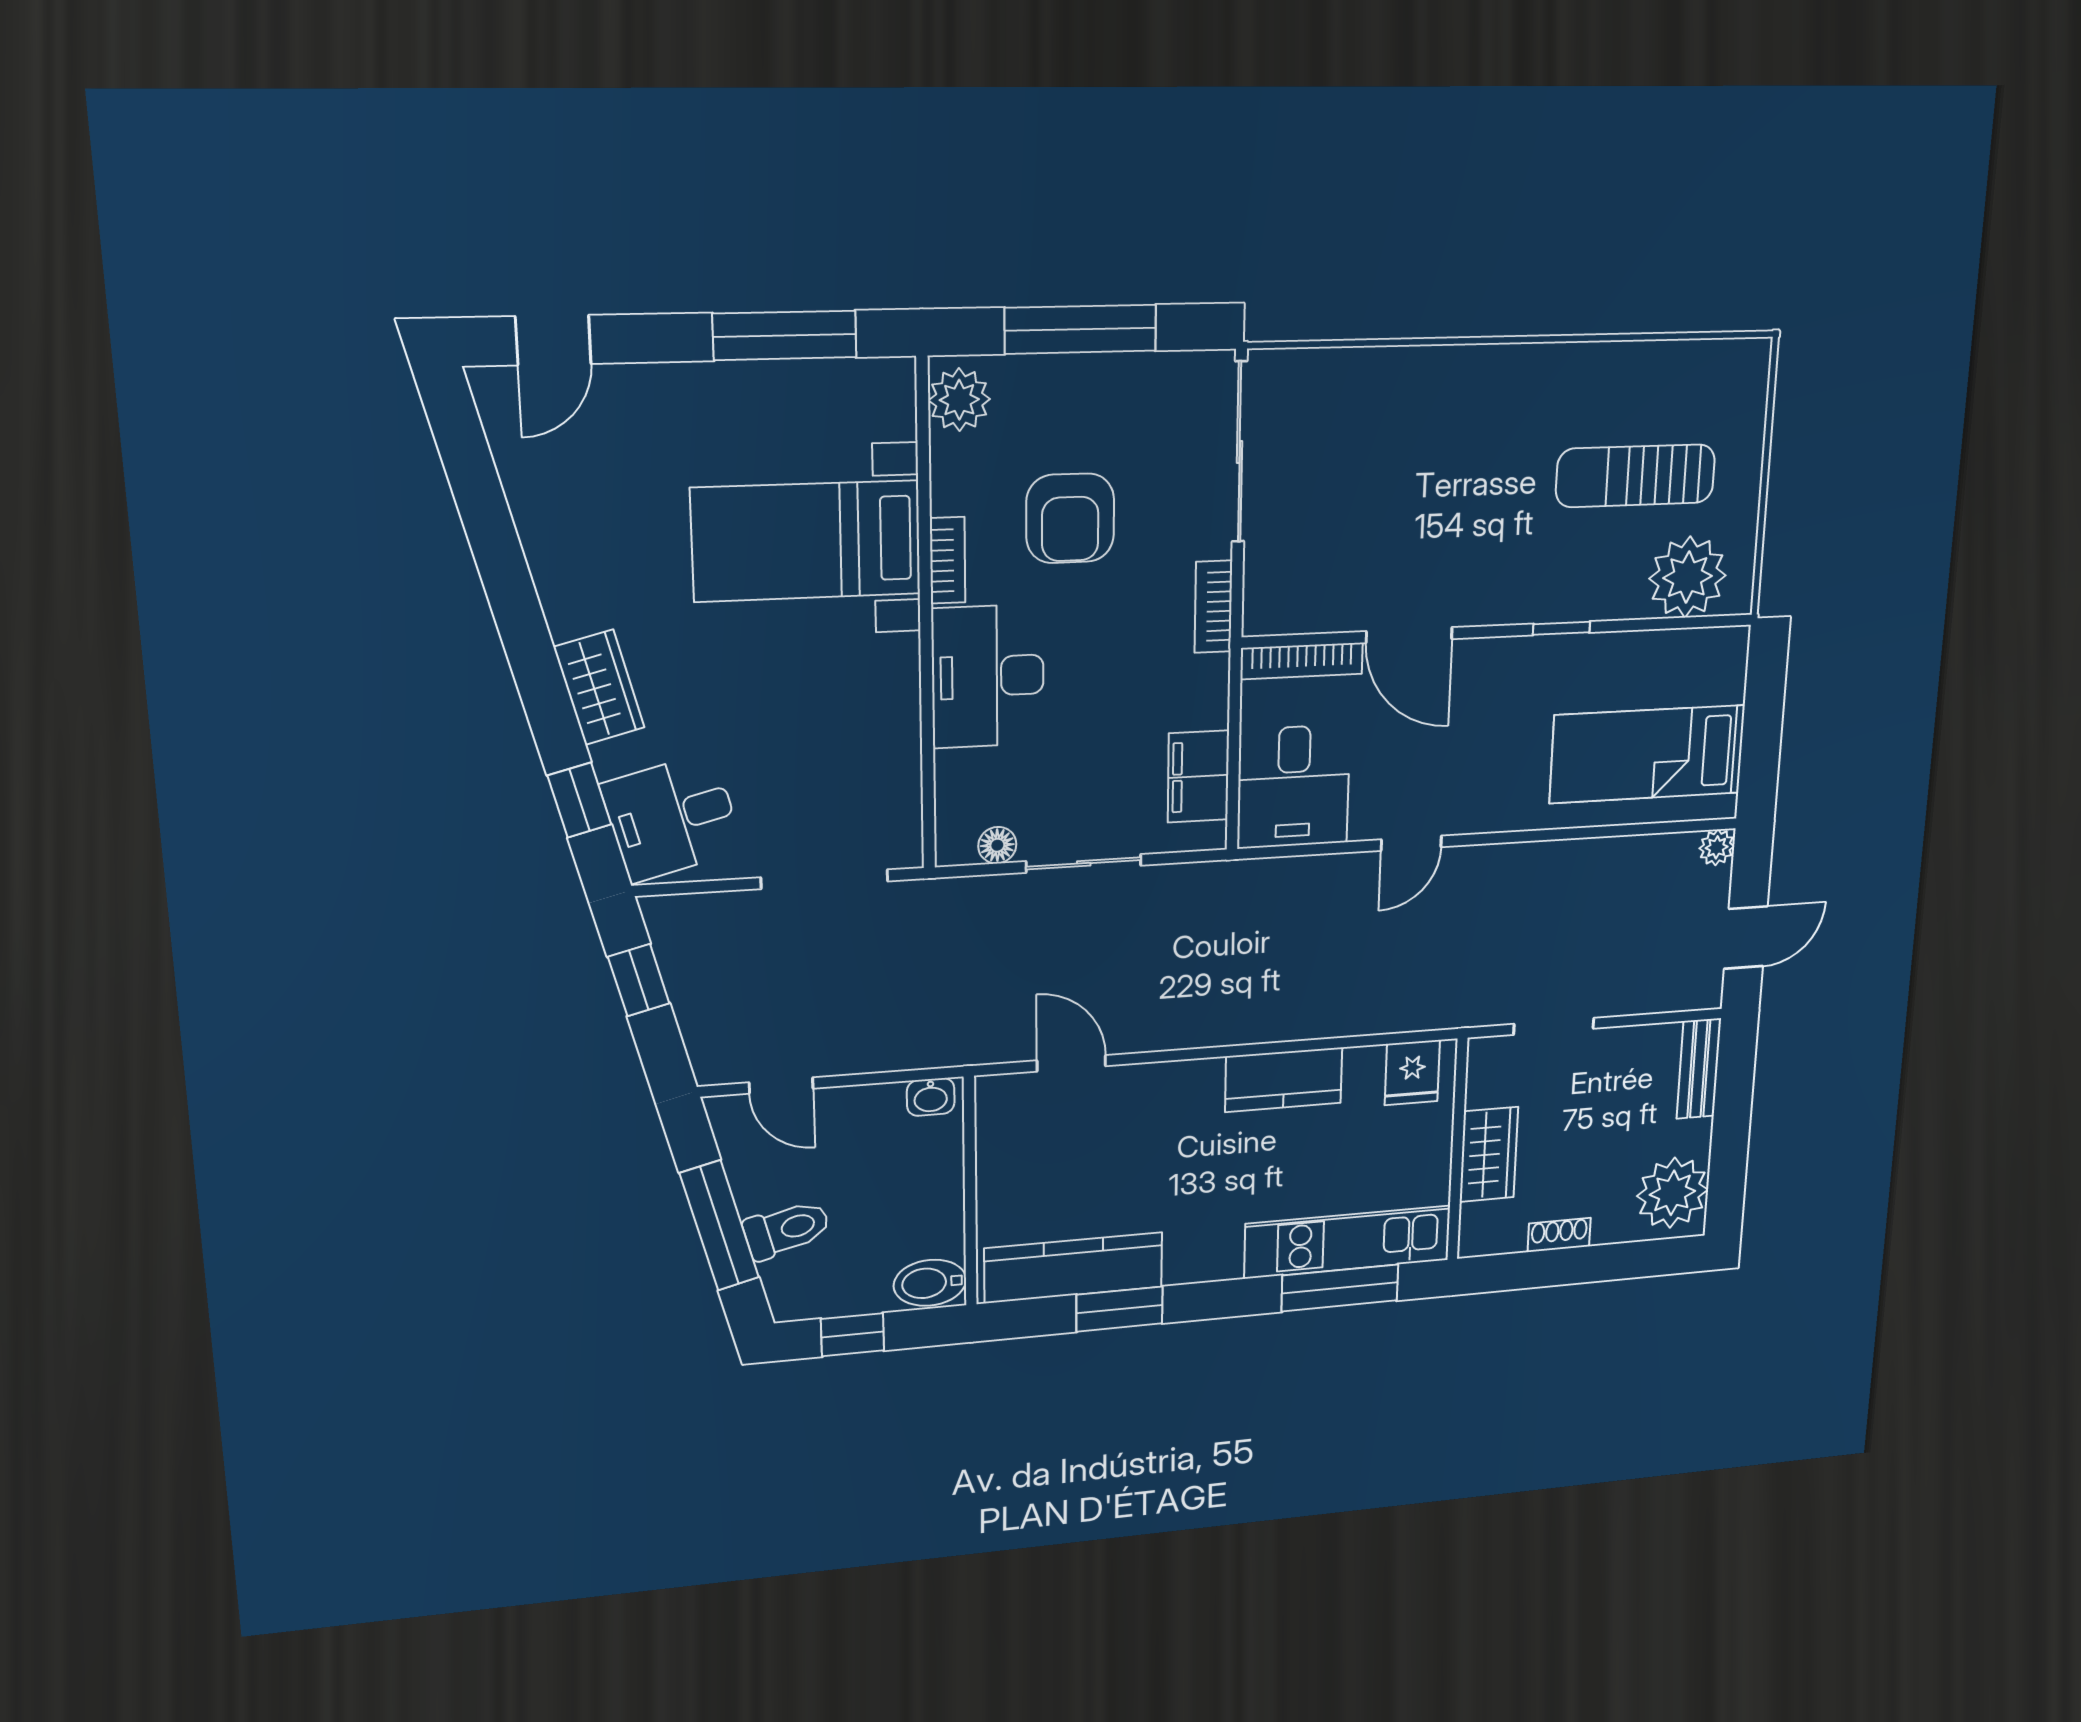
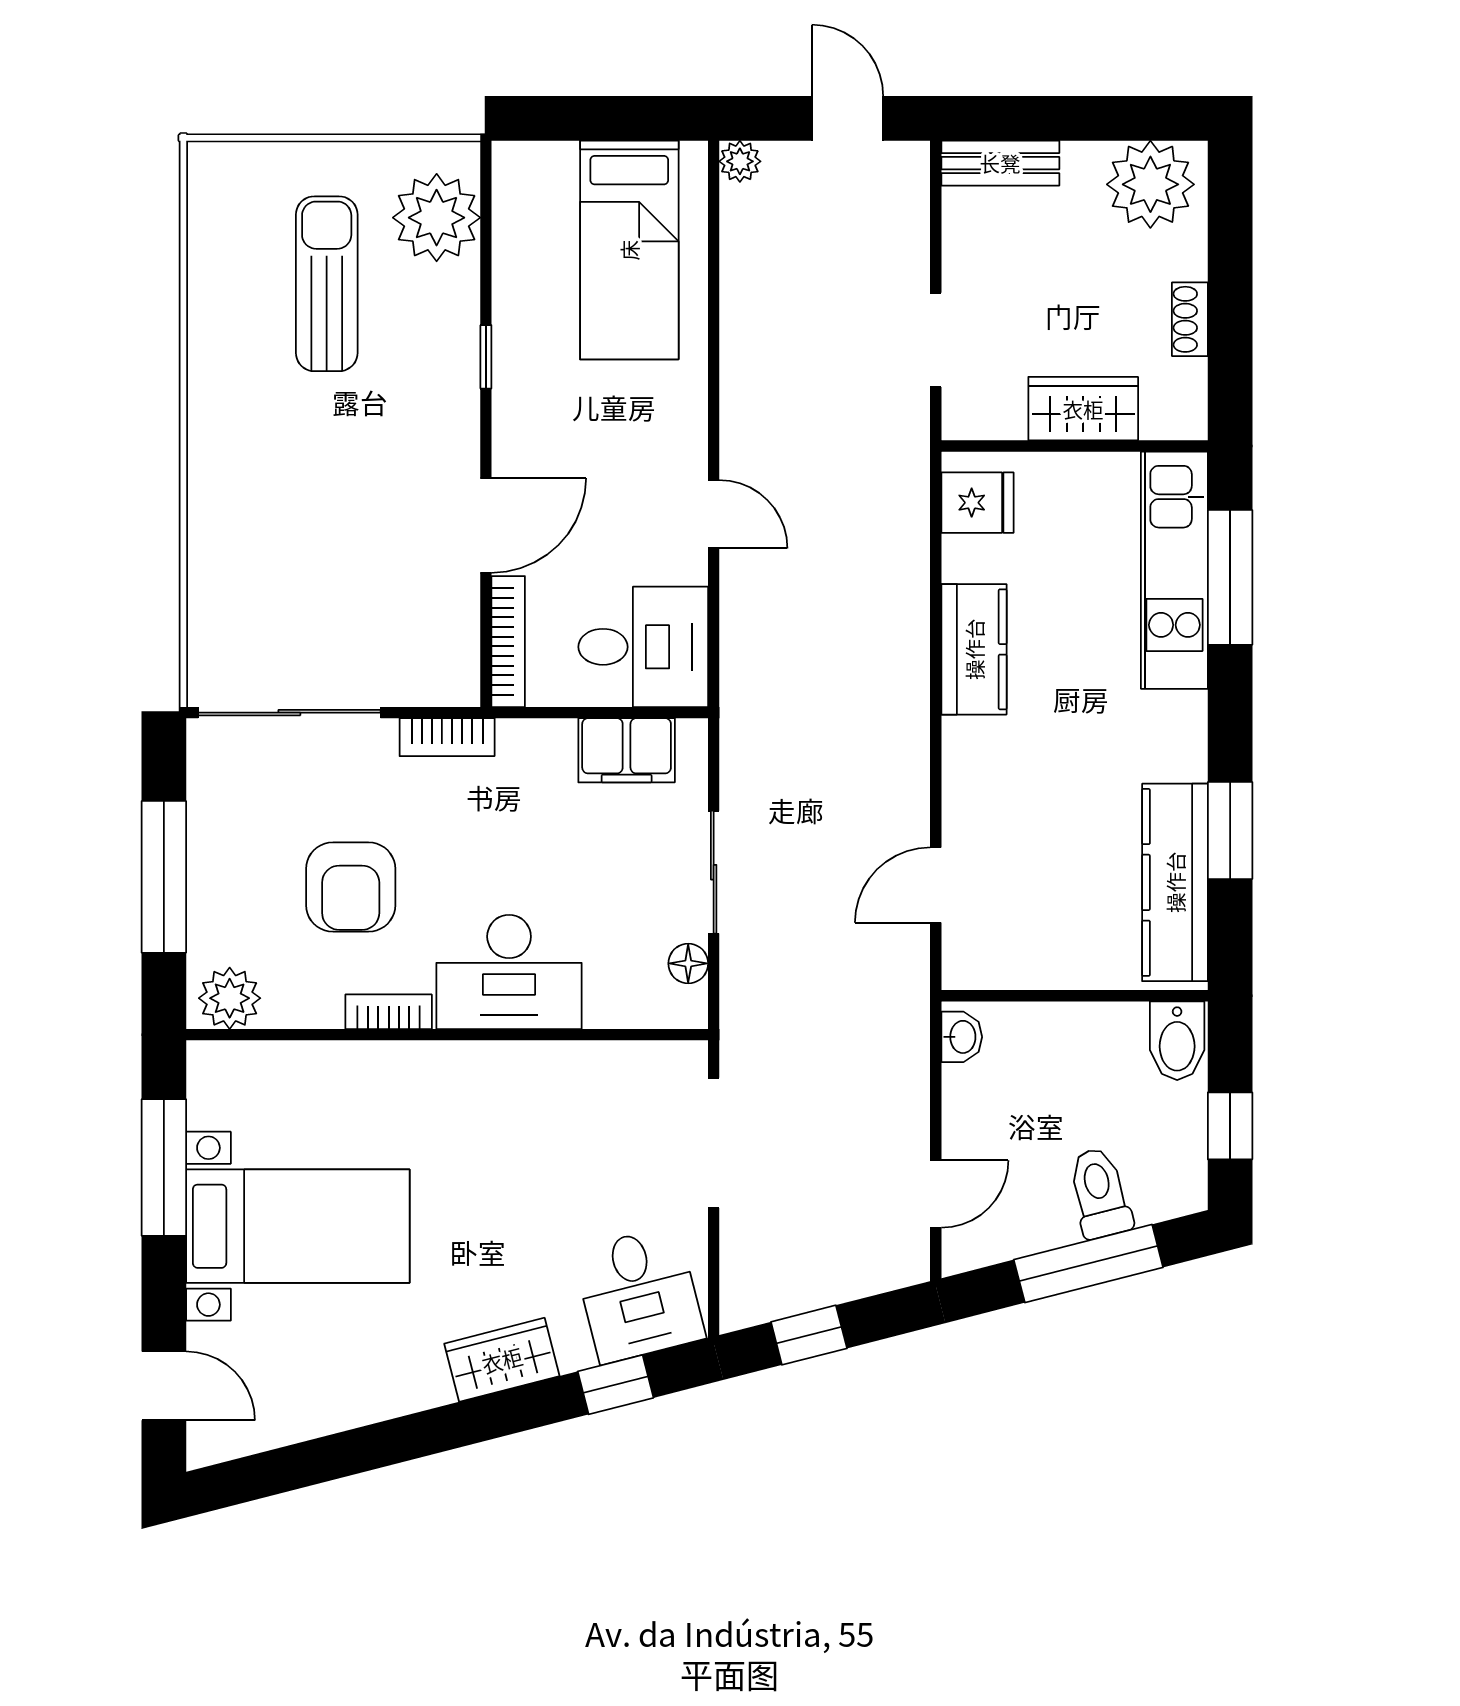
sun lounger: (1636, 476) -> (327, 284), turned 180
armchair: (1070, 518) -> (351, 887), turned 90
bed with nightstands: (806, 541) -> (298, 1226), moved, turned -90

